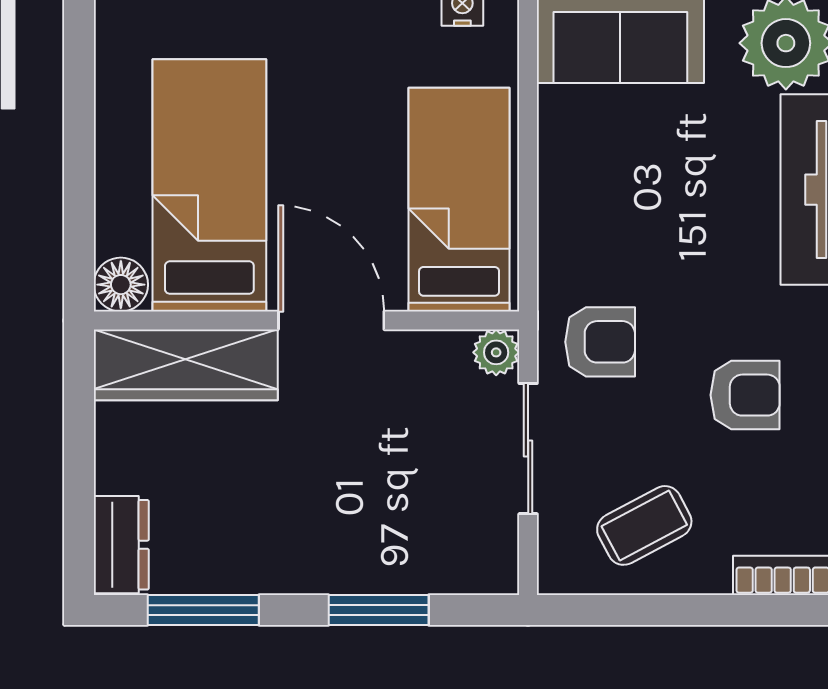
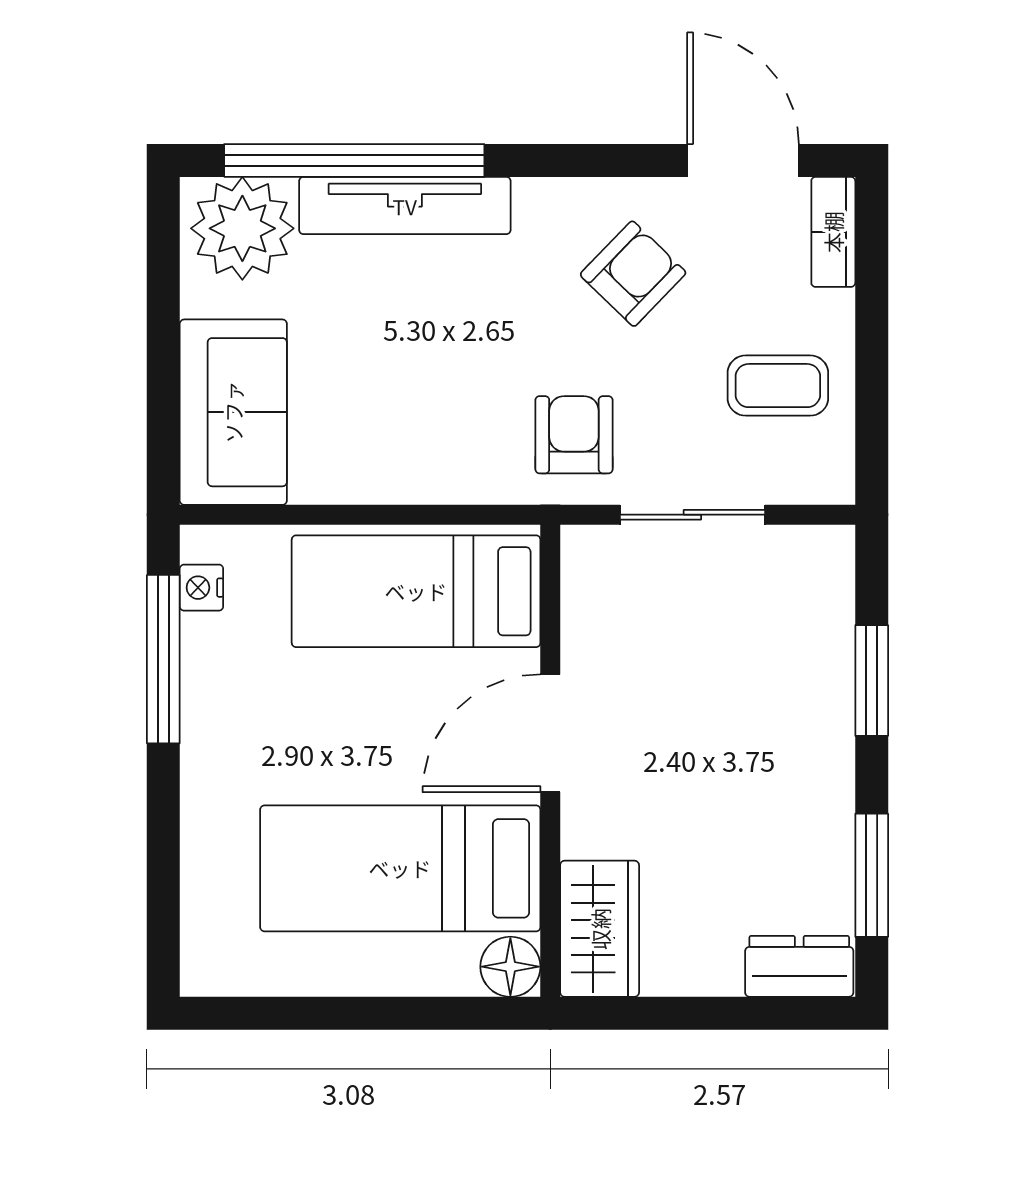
plant: (496, 352) -> (586, 550), removed
wardrobe: (186, 365) -> (600, 929), width x0.67
armchair: (745, 395) -> (633, 274), turned 44
coffee table: (644, 525) -> (778, 386), turned -62

